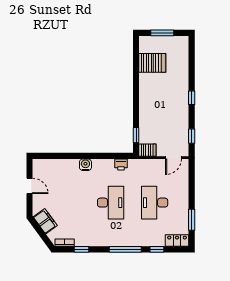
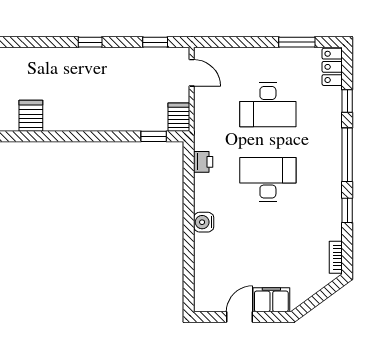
server rack: (152, 63) -> (31, 116), width x0.73, depth x0.70
filing cabinet: (45, 221) -> (271, 300), moved, turned 36
window: (81, 249) -> (347, 210), moved

